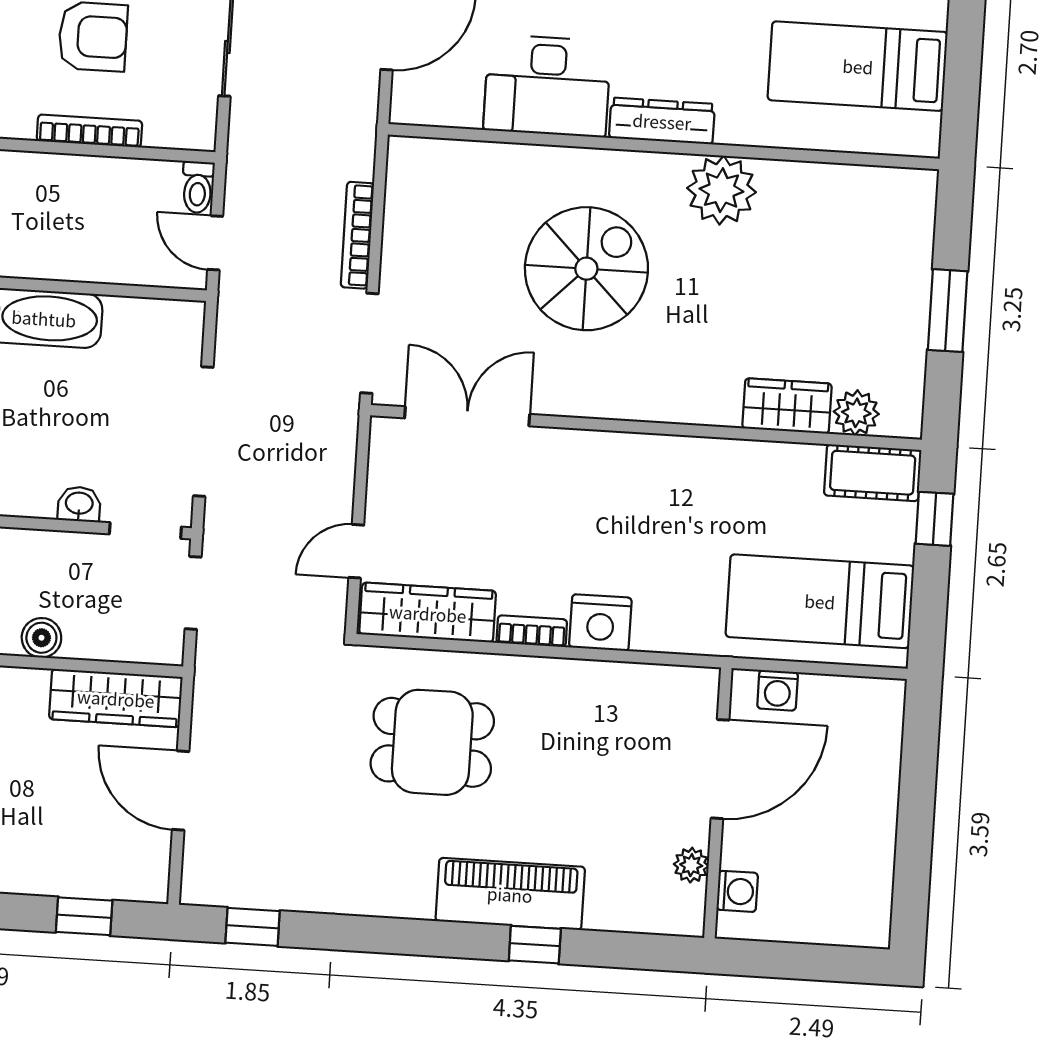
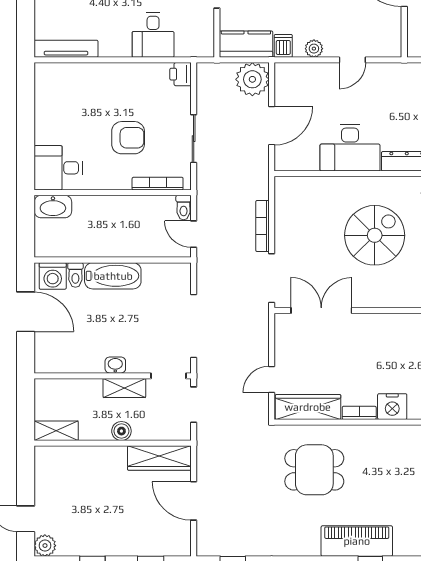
bookcase: (89, 131) -> (158, 184), moved
washbasin: (79, 504) -> (115, 365), moved
shelving: (53, 550) -> (124, 388), added

